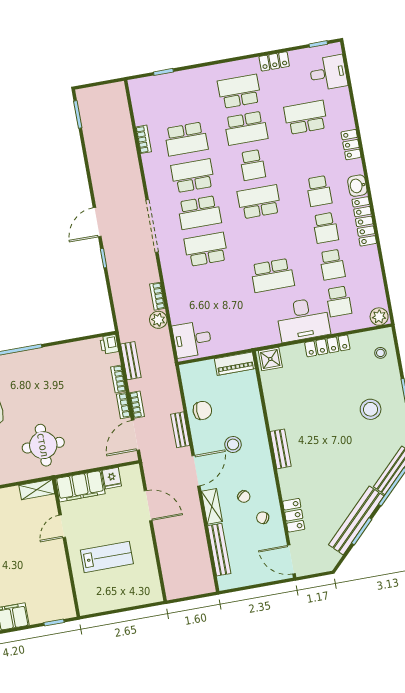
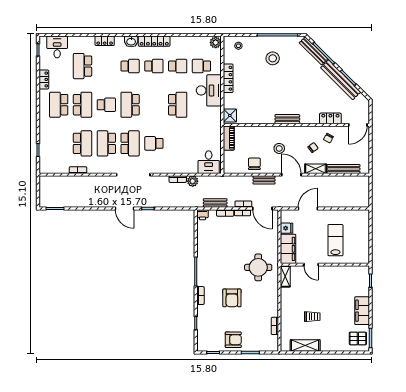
school desk: (206, 249) -> (154, 143), width x0.54
school desk: (339, 301) -> (201, 66), turned 180

